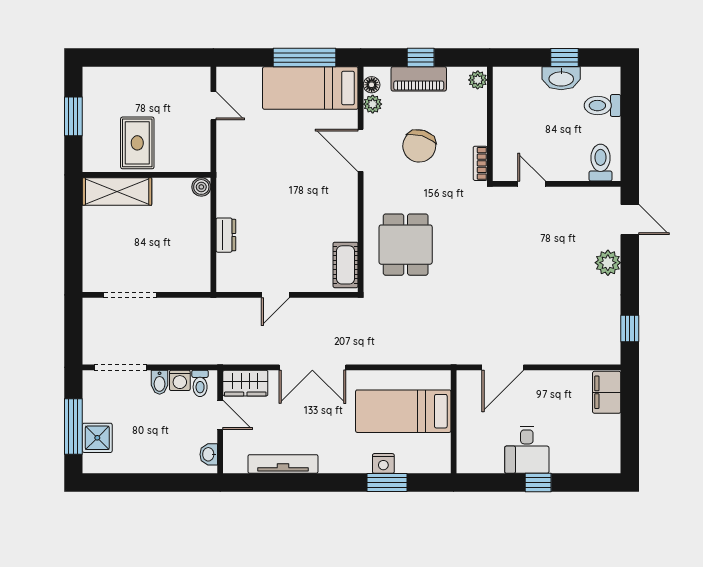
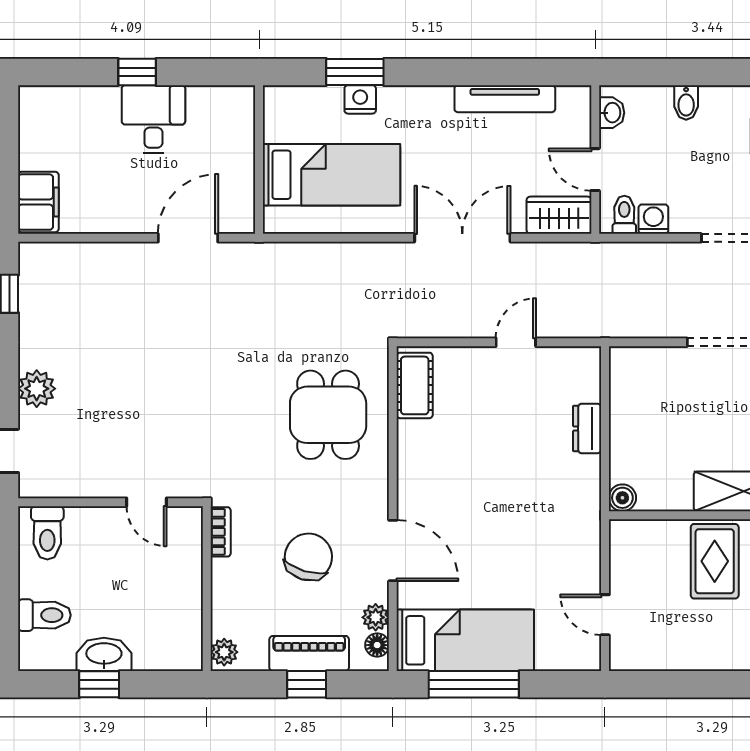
bidet: (160, 382) -> (686, 102), moved, turned 180

